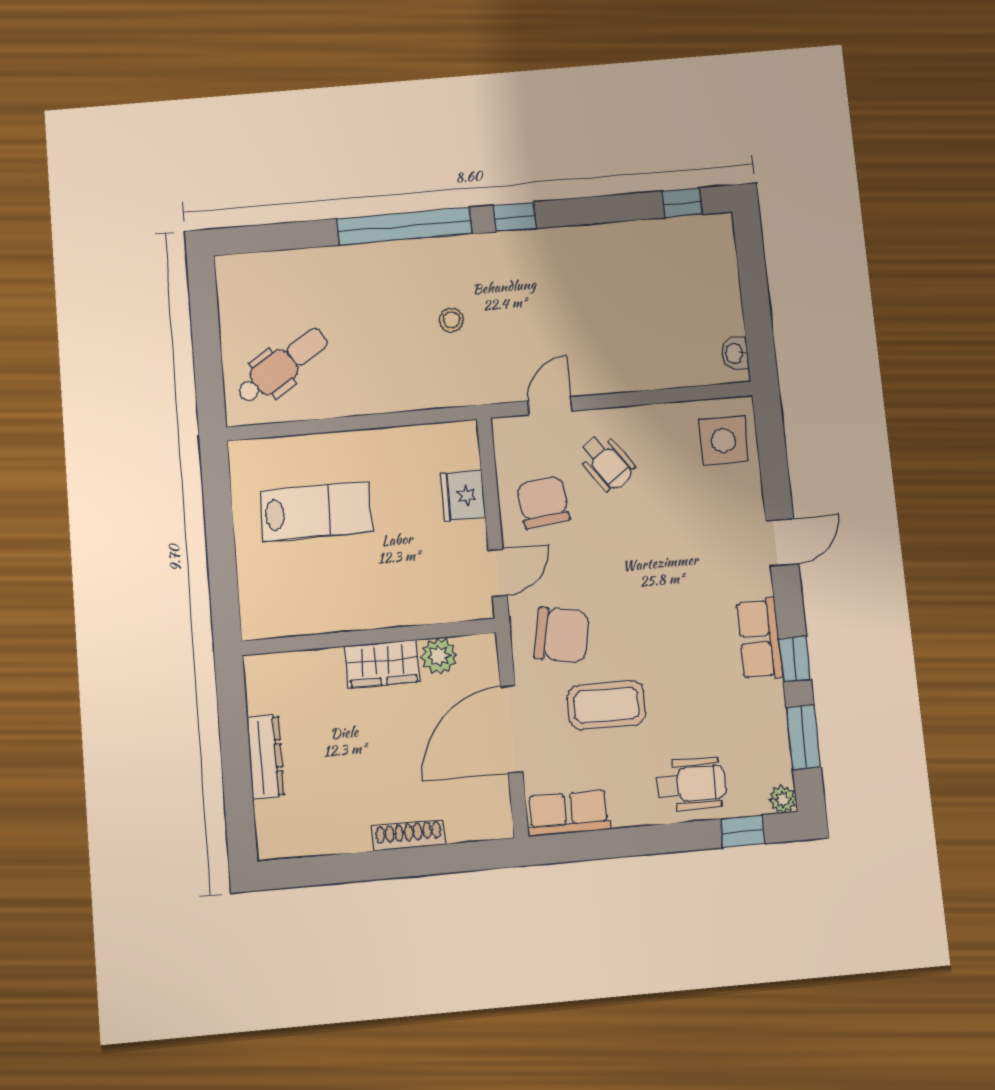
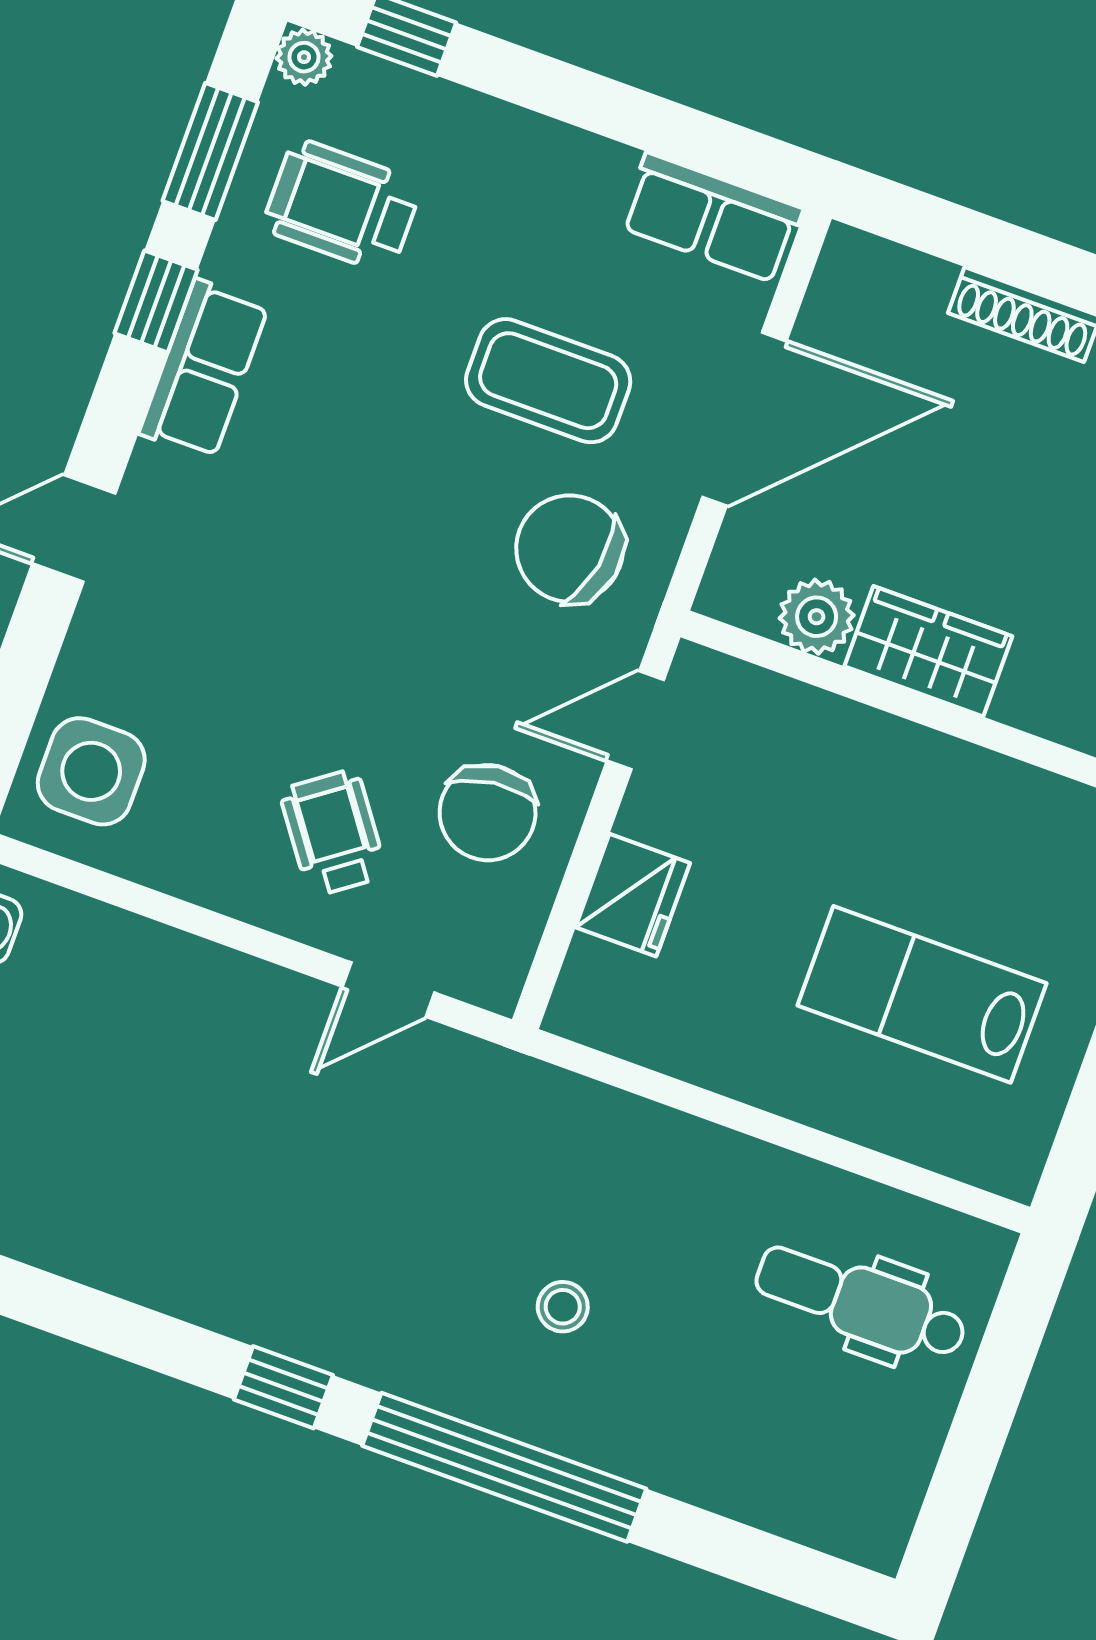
stool: (452, 320) -> (563, 1307), moved
dental chair: (282, 366) -> (861, 1303), turned 33
wheelchair: (692, 784) -> (342, 206), moved

